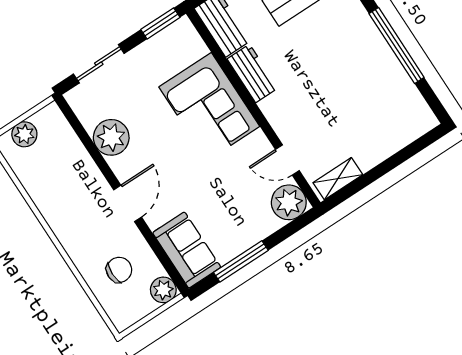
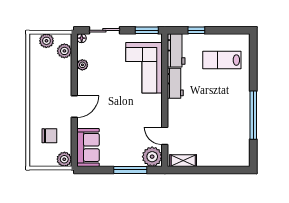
floor lamp: (73, 97) -> (82, 38), added
corner sofa: (209, 107) -> (144, 68), moved
plant: (60, 132) -> (64, 51), added
plant: (111, 137) -> (82, 65), width x0.53, depth x0.53
window: (241, 261) -> (130, 170), moved

